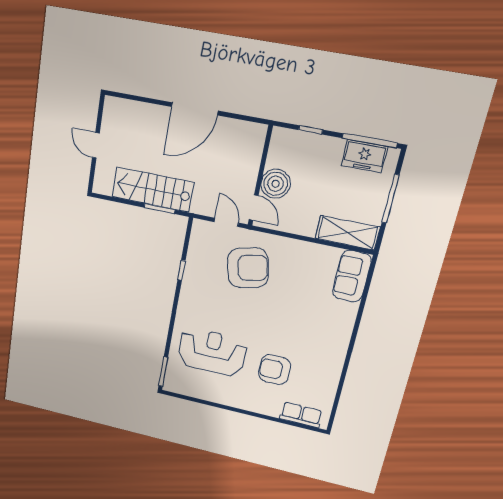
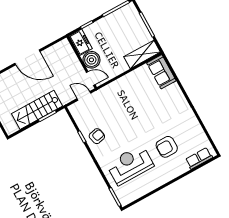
door: (195, 109) -> (27, 57), hinge flipped
freezer: (364, 156) -> (81, 42), moved, turned -90
armchair: (248, 268) -> (97, 136), moved, width x0.53, depth x0.53

